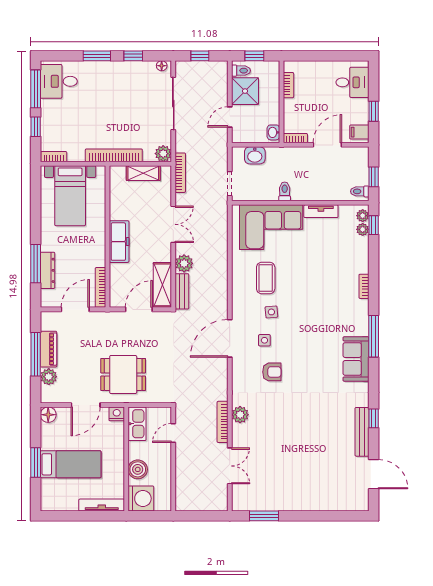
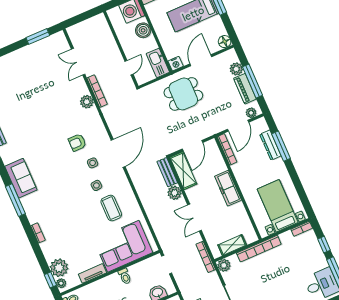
plant: (363, 229) -> (59, 268), width x1.87, depth x1.87
plant: (54, 318) -> (251, 113), added

